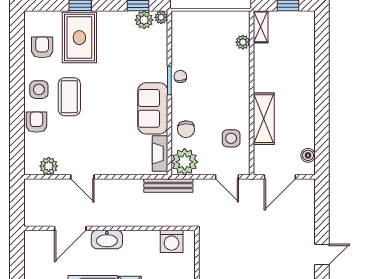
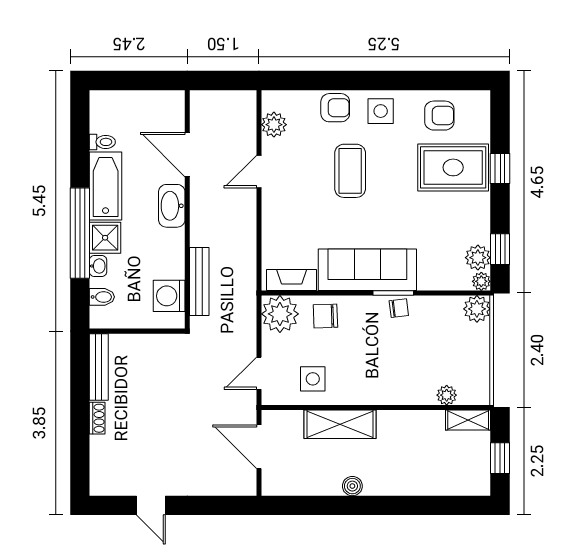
plant: (181, 20) -> (477, 309), added
coffee table: (69, 97) -> (350, 171), moved, turned 90
sofa: (153, 108) -> (367, 270), width x1.36
boiler: (308, 155) -> (352, 486), moved
bench: (168, 185) -> (199, 281), moved

